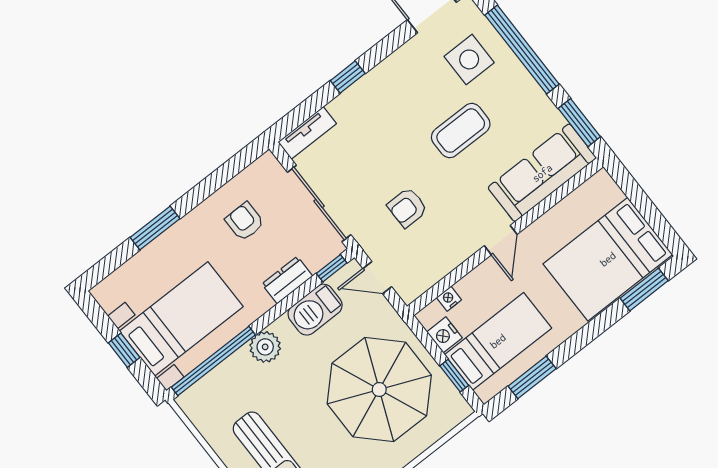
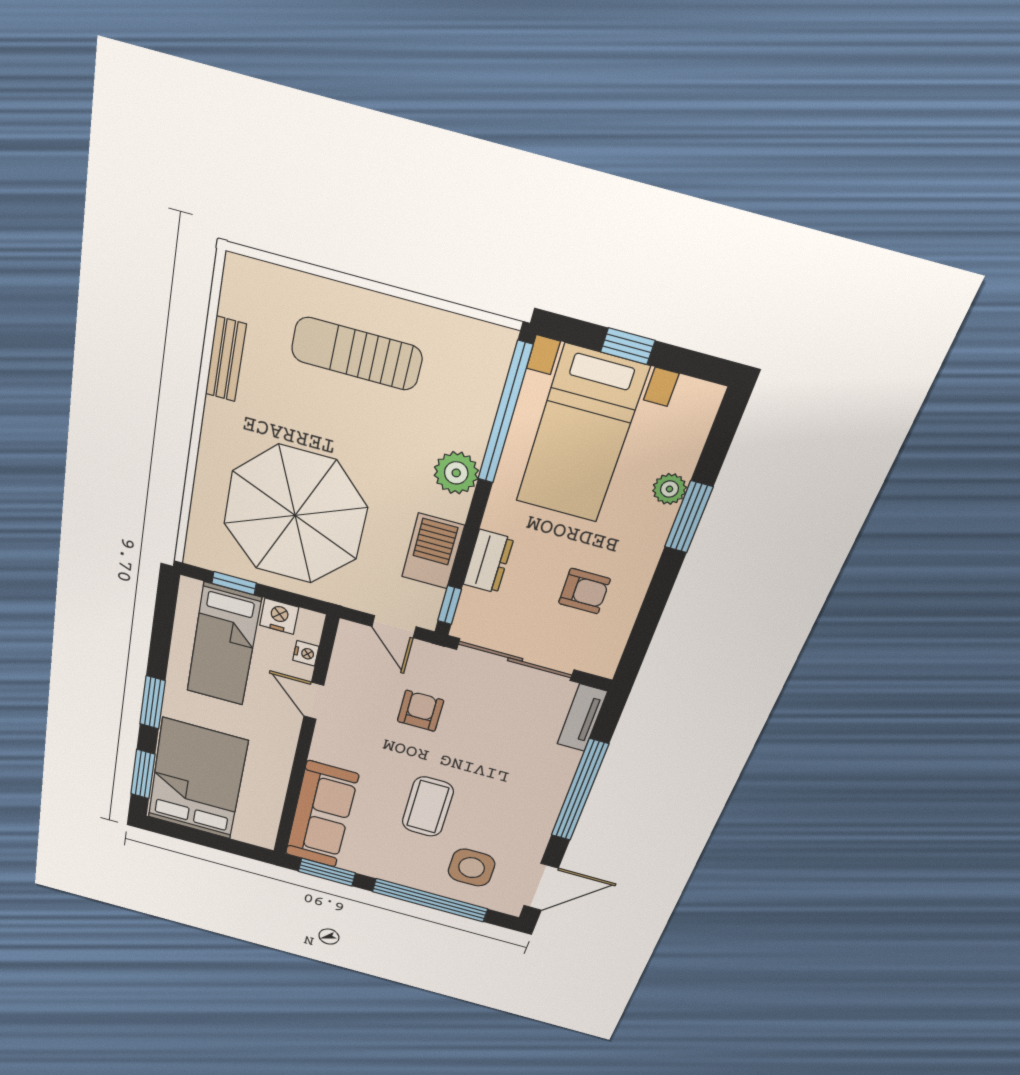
window: (348, 77) -> (579, 791), width x3.17
door: (501, 240) -> (314, 701), moved
plant: (155, 253) -> (669, 489), added
door: (377, 278) -> (394, 627), swing flipped
window: (532, 377) -> (152, 703), moved

